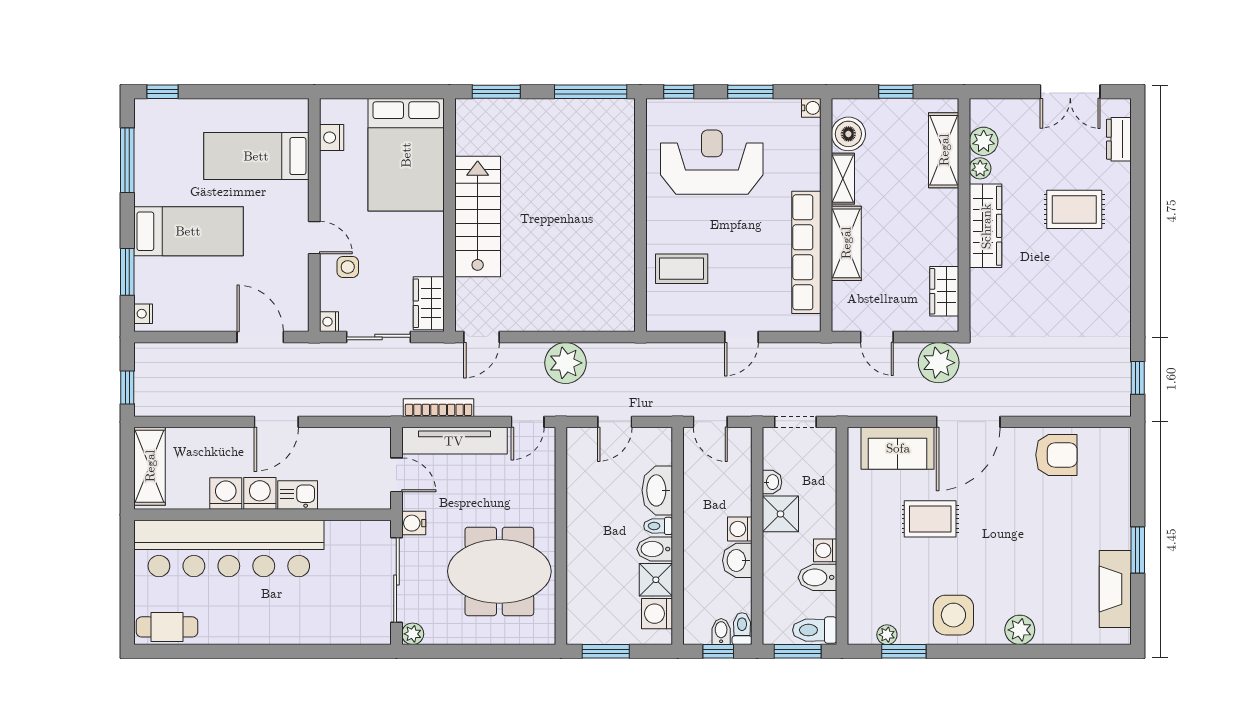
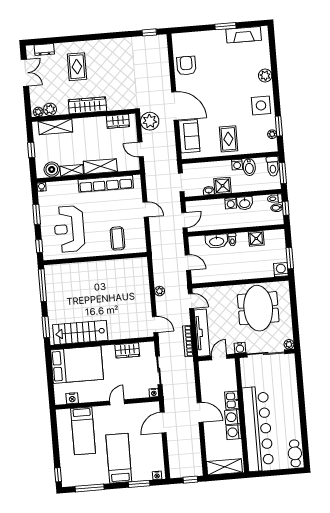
plant: (980, 168) -> (38, 112), moved
stairs: (478, 217) -> (80, 332), moved
side table: (348, 267) -> (129, 386), removed
wardrobe: (429, 303) -> (127, 350), moved
door: (877, 337) -> (141, 149), swing flipped
plant: (566, 363) -> (160, 291), width x0.53, depth x0.53
rug: (930, 519) -> (228, 139), moved
bidet: (655, 549) -> (243, 240), removed
washing machine: (657, 614) -> (281, 270), moved, turned 180

